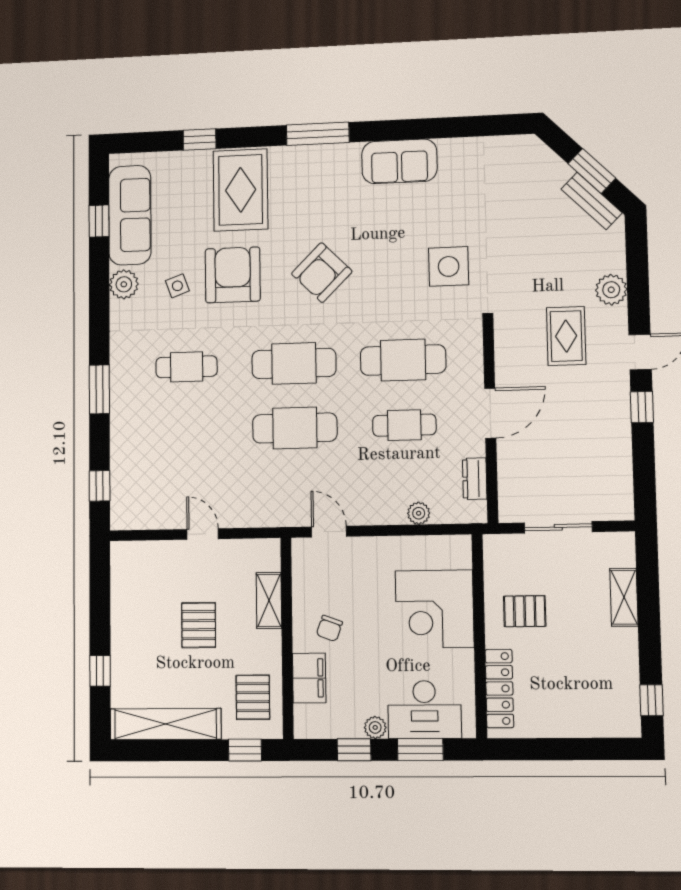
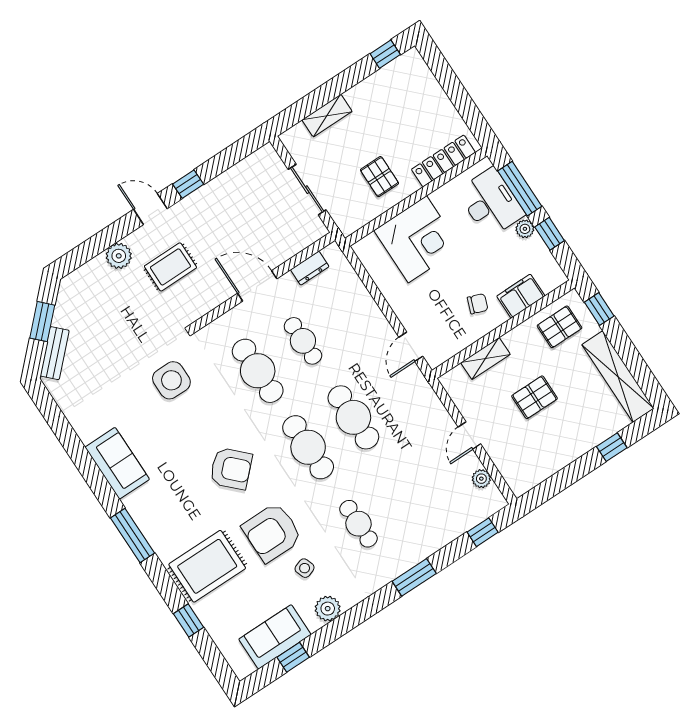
bench: (592, 201) -> (55, 353), moved
sofa: (130, 215) -> (275, 637), width x0.73
plant: (419, 513) -> (481, 479), moved
window: (420, 750) -> (520, 189), width x1.44

